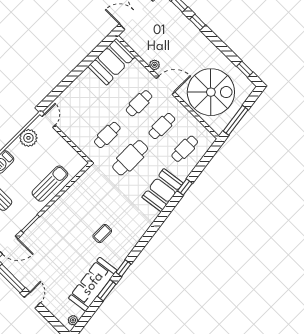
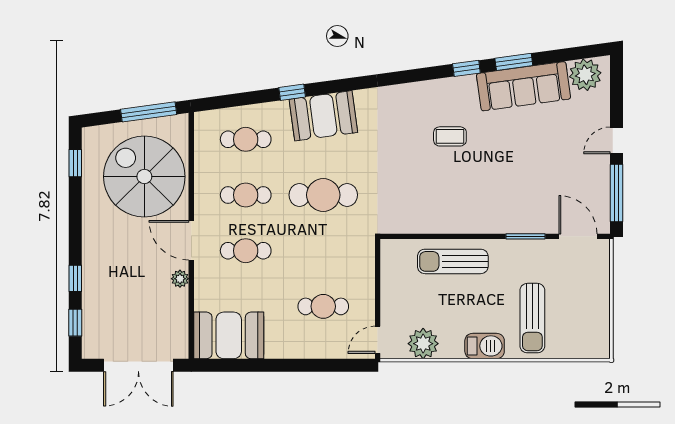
cafe table: (107, 135) -> (323, 306), moved
plant: (73, 320) -> (585, 75), width x1.87, depth x1.87

